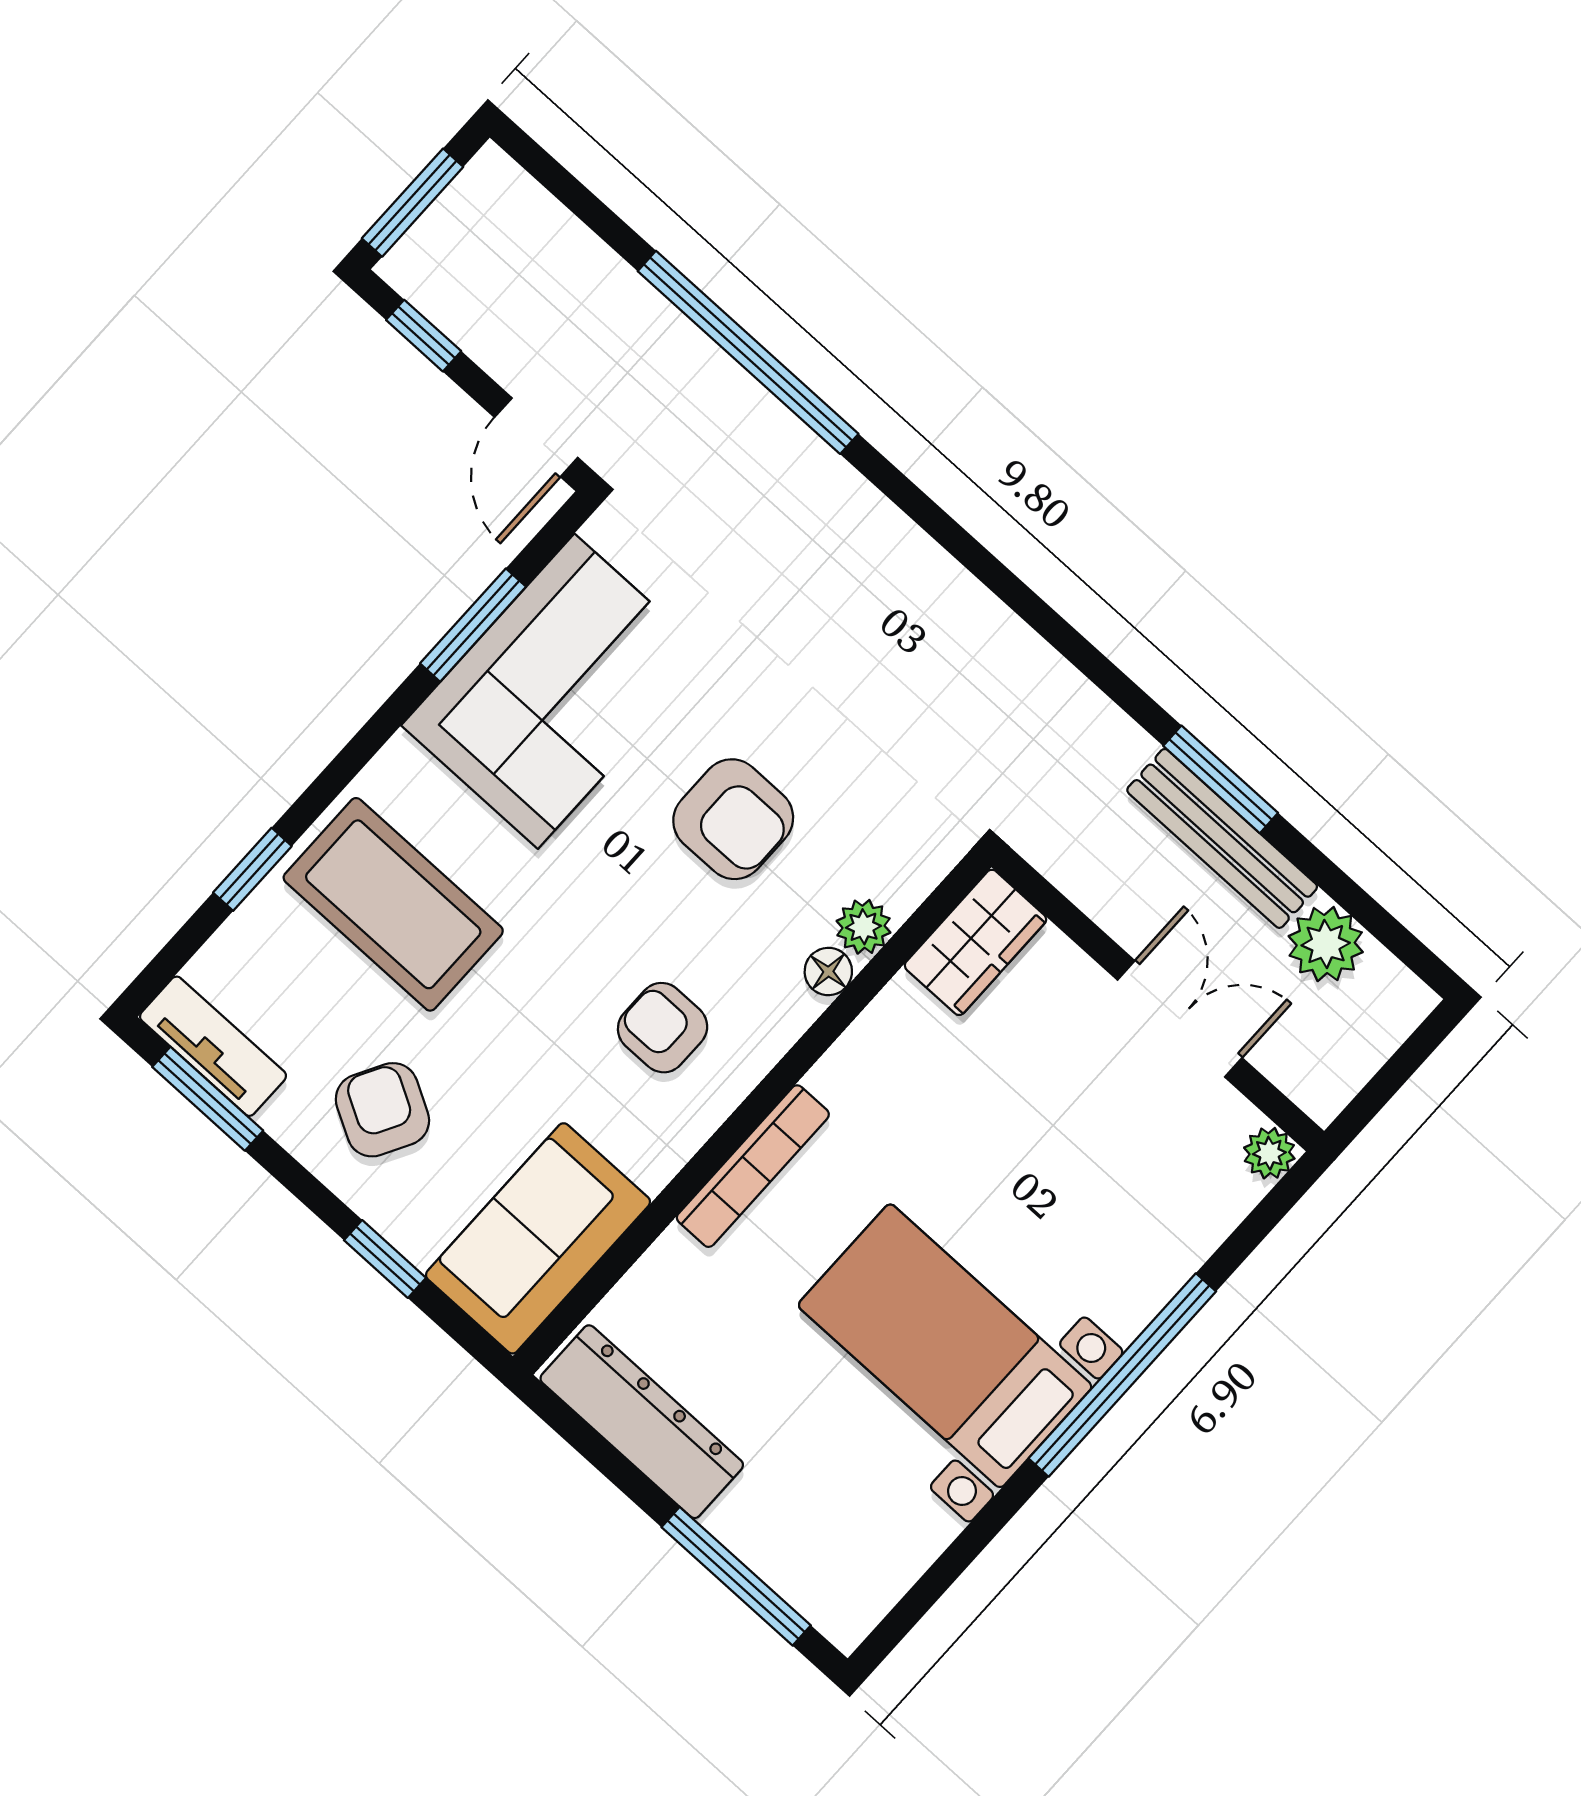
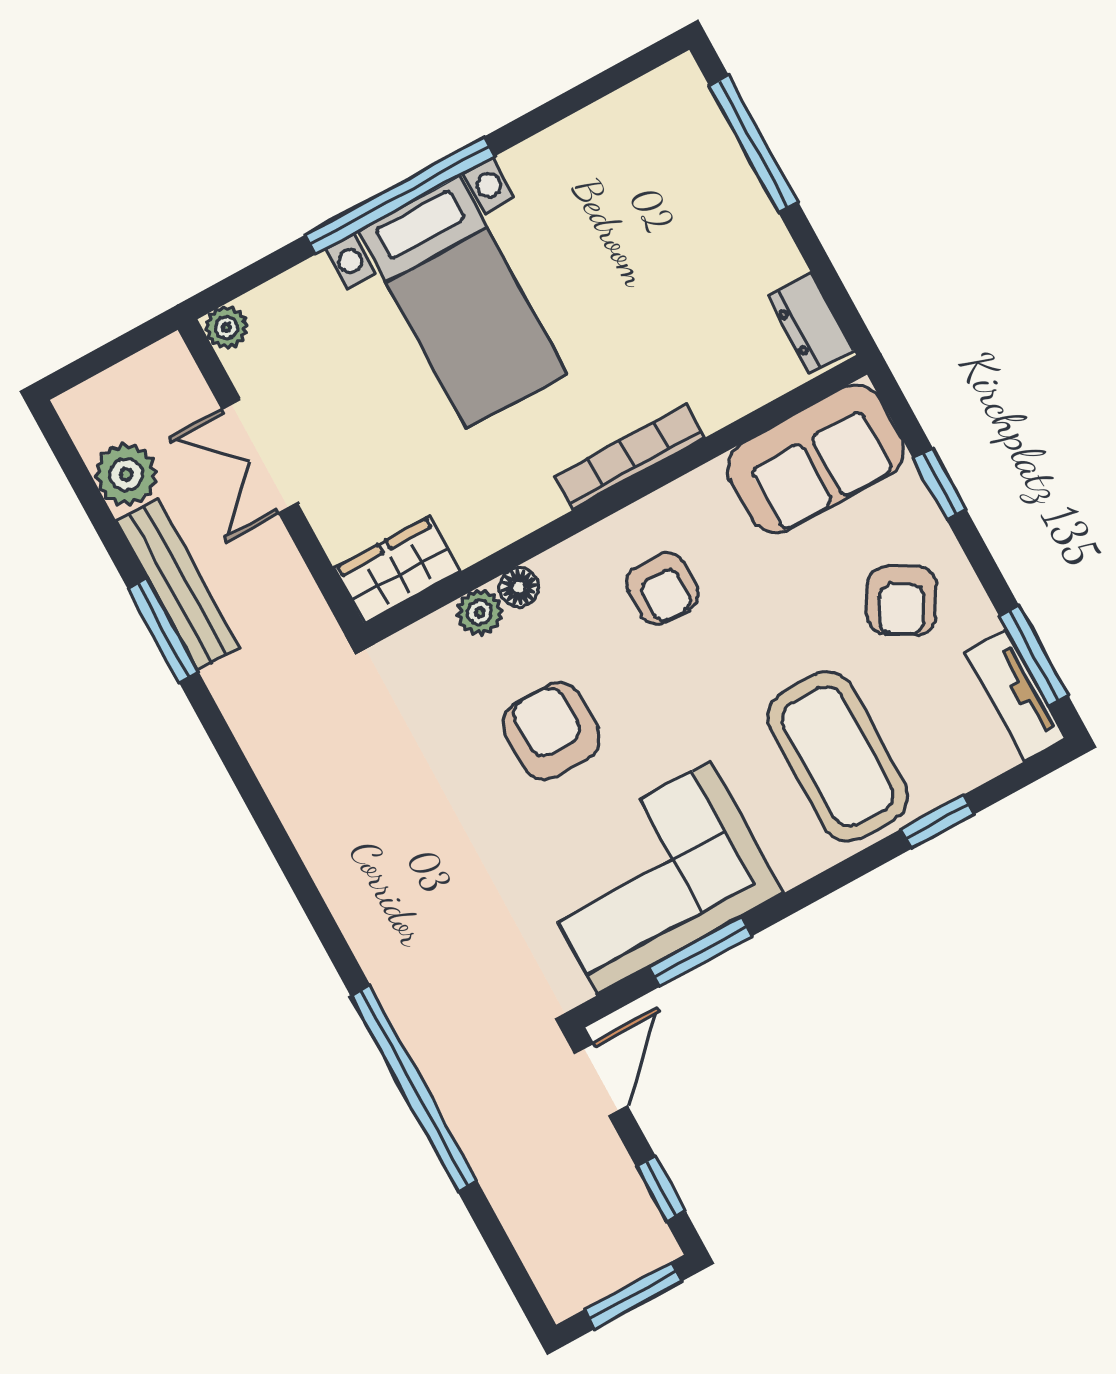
bed with nightstands: (945, 1346) -> (463, 302), moved
dresser: (642, 1422) -> (811, 323), width x0.51, depth x0.80

